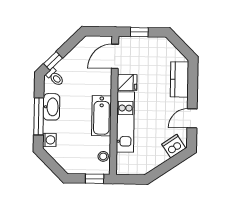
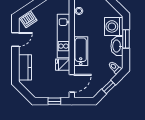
window: (53, 61) -> (109, 87), moved
window: (39, 116) -> (126, 39), width x0.69
bathtub: (101, 116) -> (81, 51), moved
washing machine: (49, 140) -> (114, 26), width x1.89, depth x1.89

